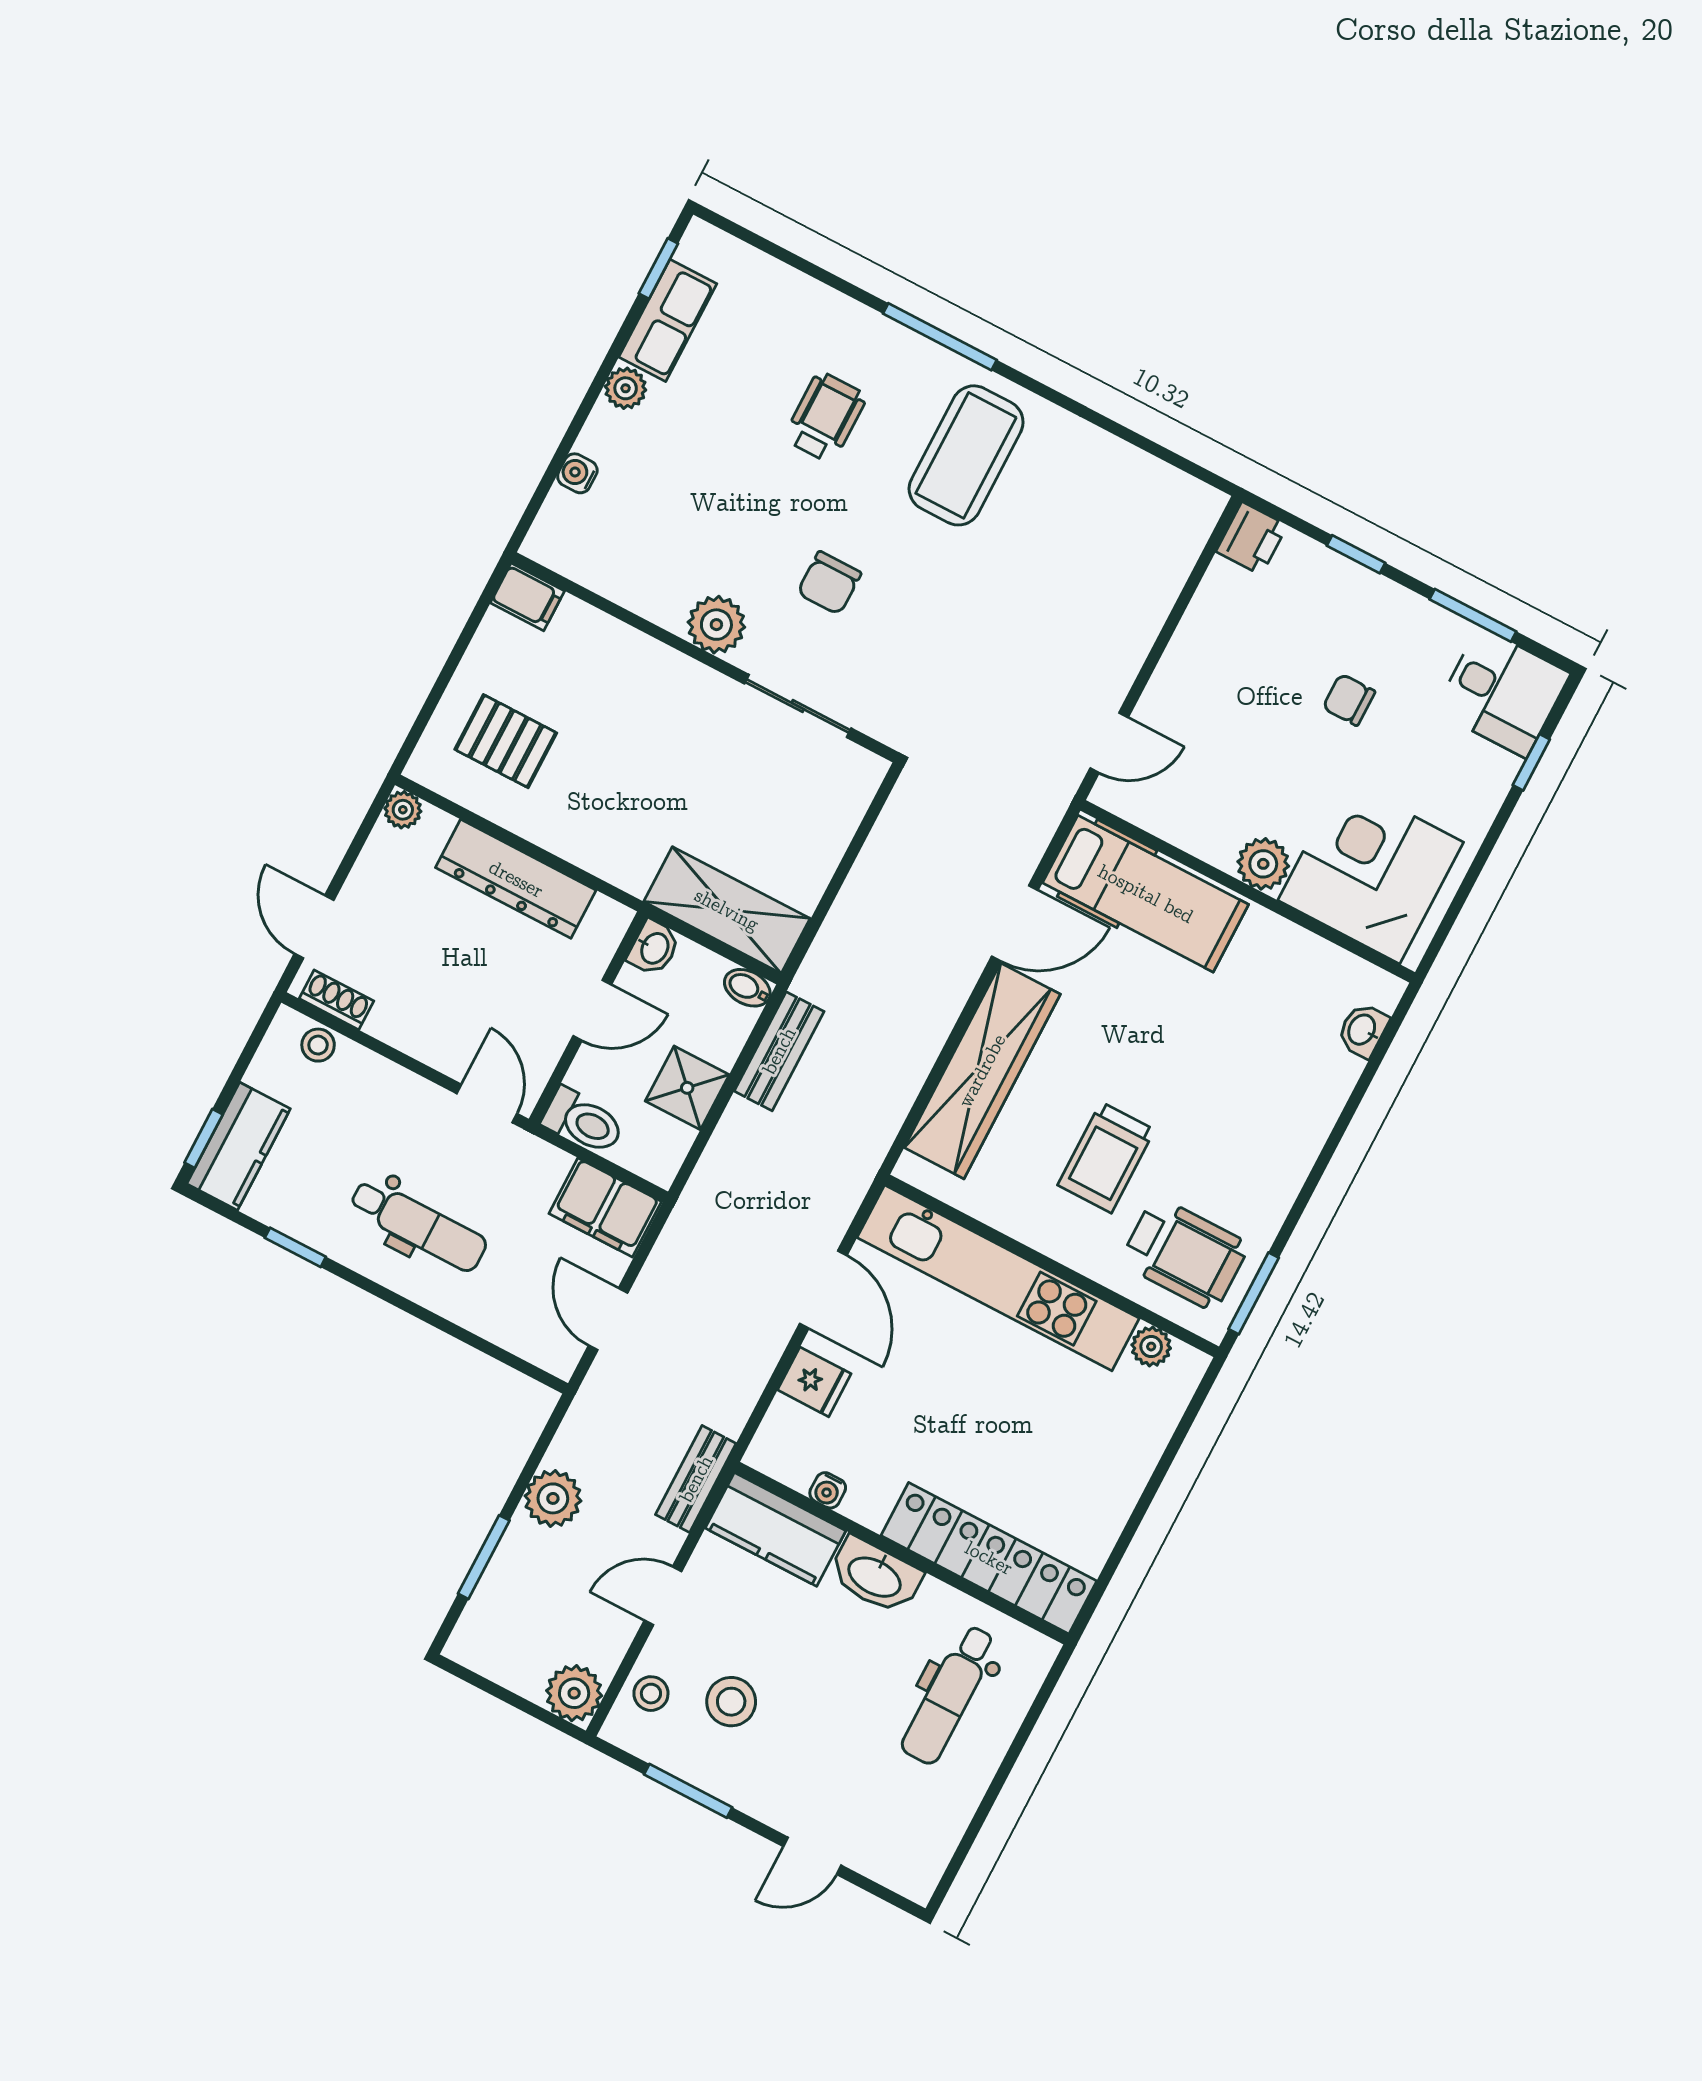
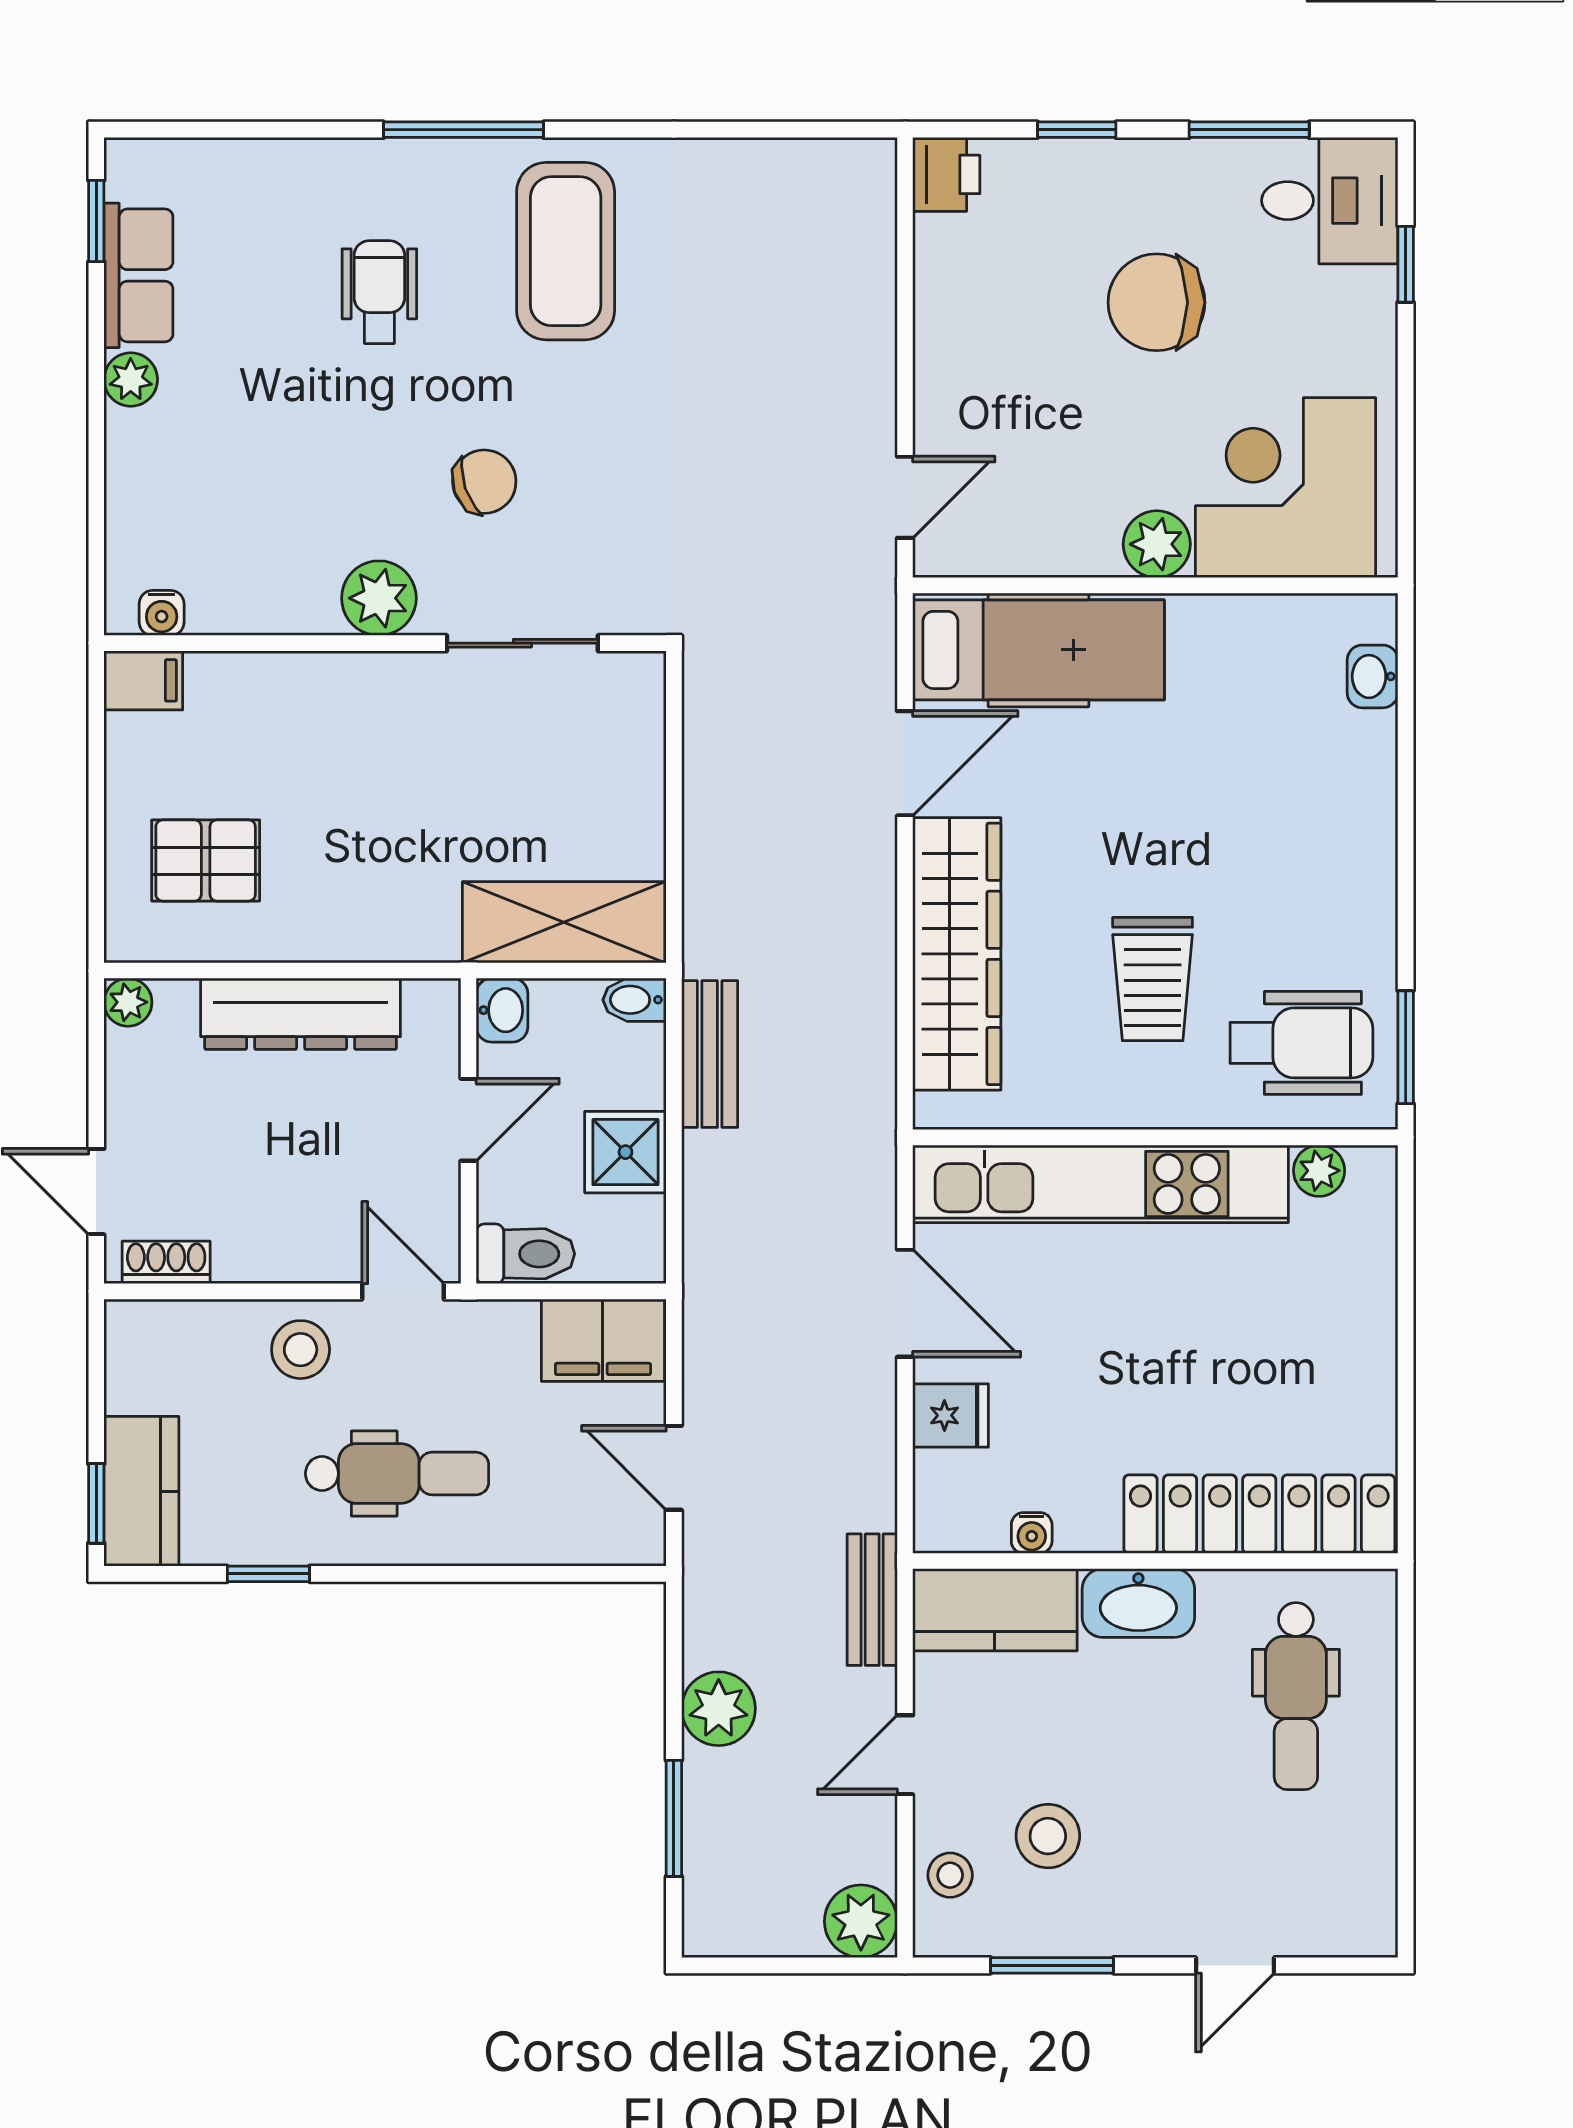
water cooler: (577, 473) -> (162, 613), moved, turned -90
chair: (829, 583) -> (484, 482), turned -109
chair: (1349, 700) -> (1157, 302), width x1.87, depth x1.87
stool: (318, 1045) -> (301, 1350), moved, width x1.37, depth x1.37

